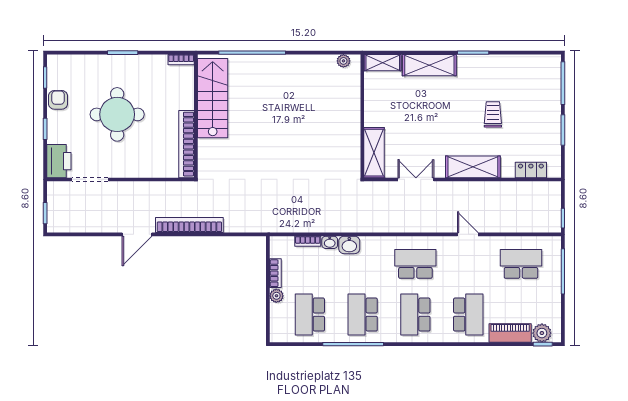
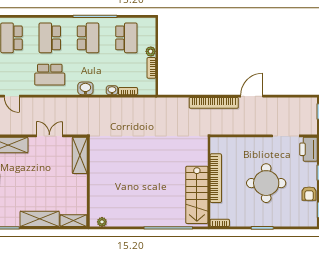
bookcase: (187, 144) -> (216, 178), moved
double door: (416, 179) -> (49, 136), swing flipped
washbasin: (349, 245) -> (85, 88), moved
school desk: (415, 315) -> (50, 38), turned 180

